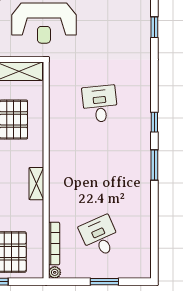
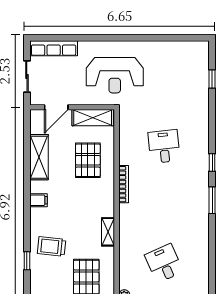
shelving: (36, 184) -> (108, 232), moved
bookcase: (54, 244) -> (124, 184), moved

